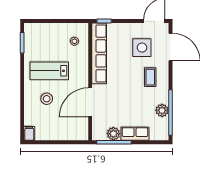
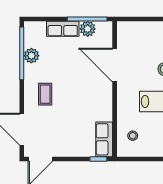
side table: (142, 48) -> (55, 128), removed
row of seats: (99, 53) -> (104, 139), width x0.50
door: (90, 102) -> (115, 65), swing flipped

